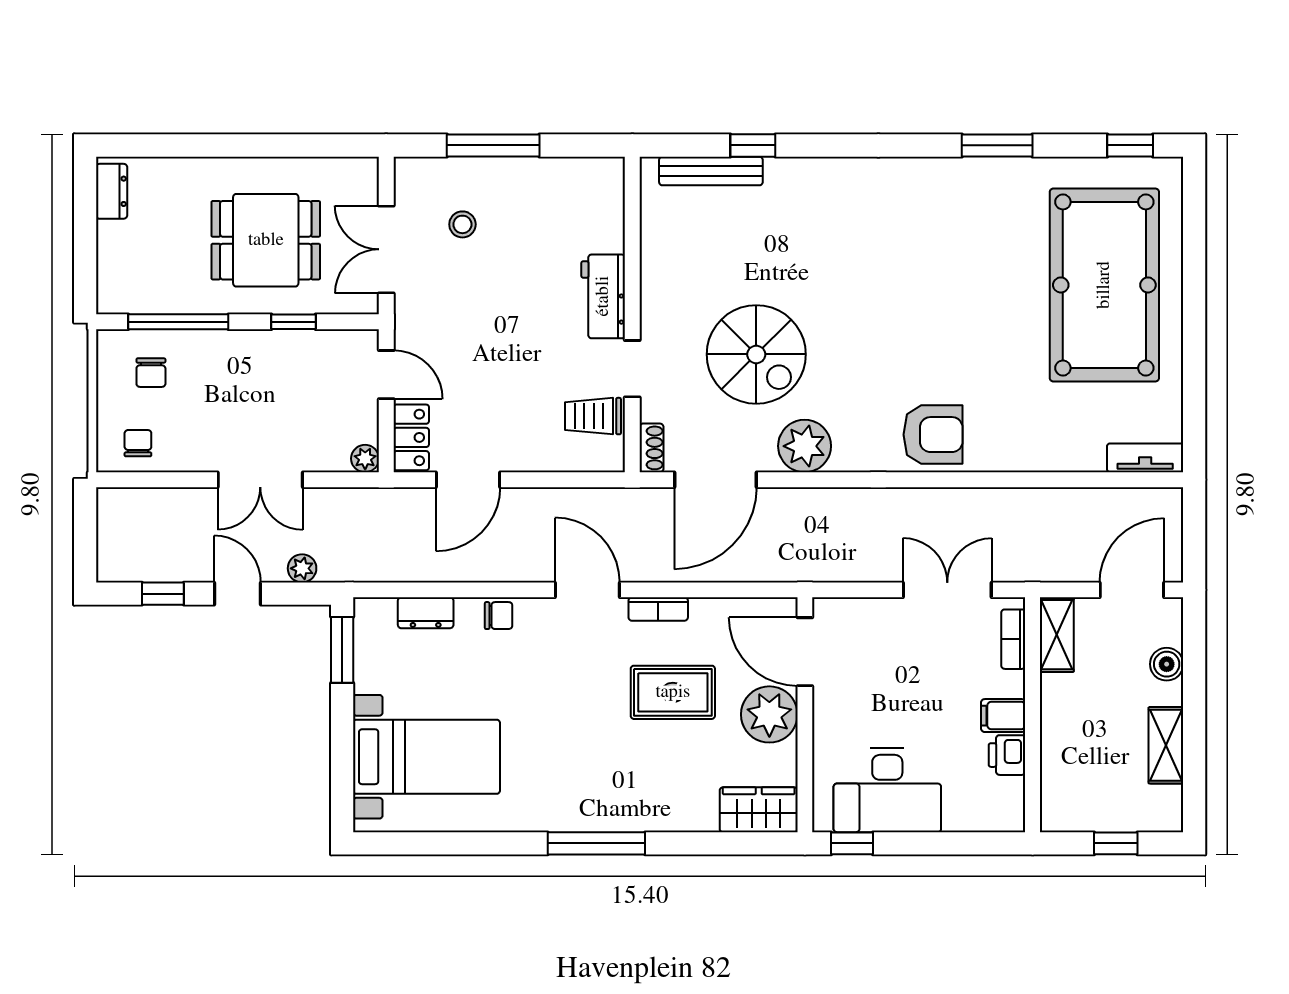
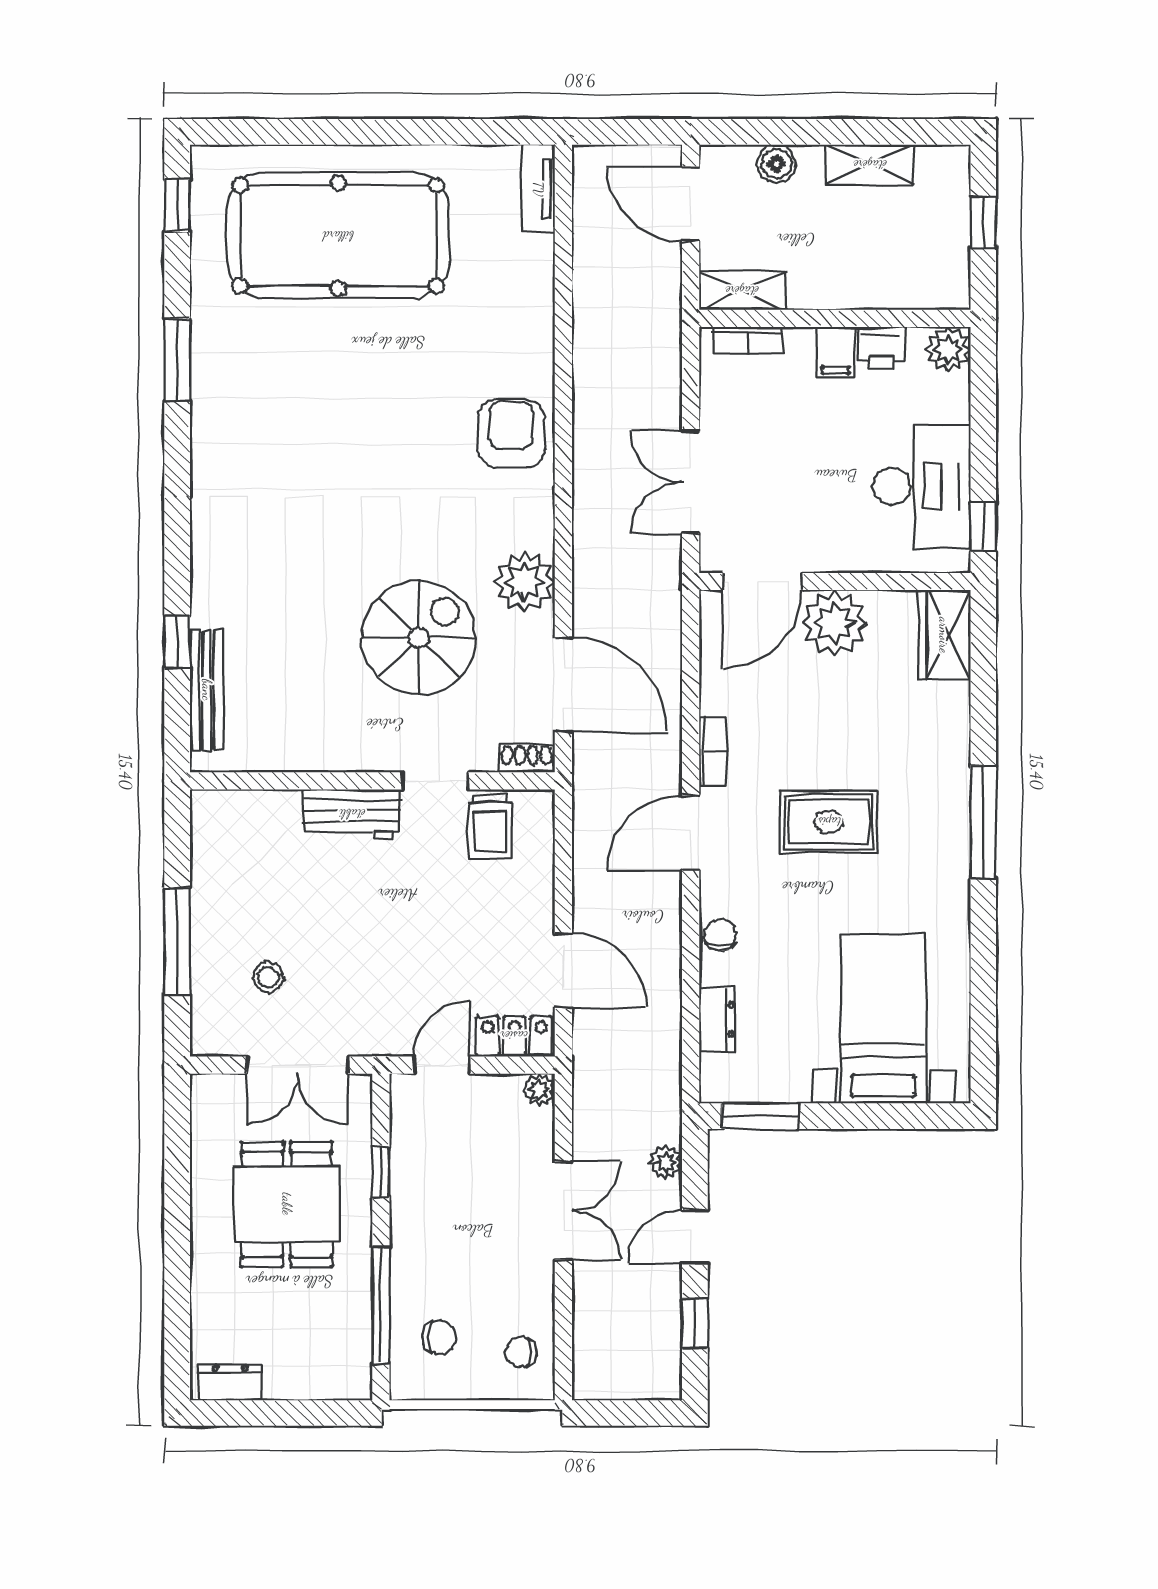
double door: (947, 590) -> (691, 482), moved
rug: (673, 692) -> (829, 822), moved, turned 90
plant: (1006, 813) -> (948, 349), added

